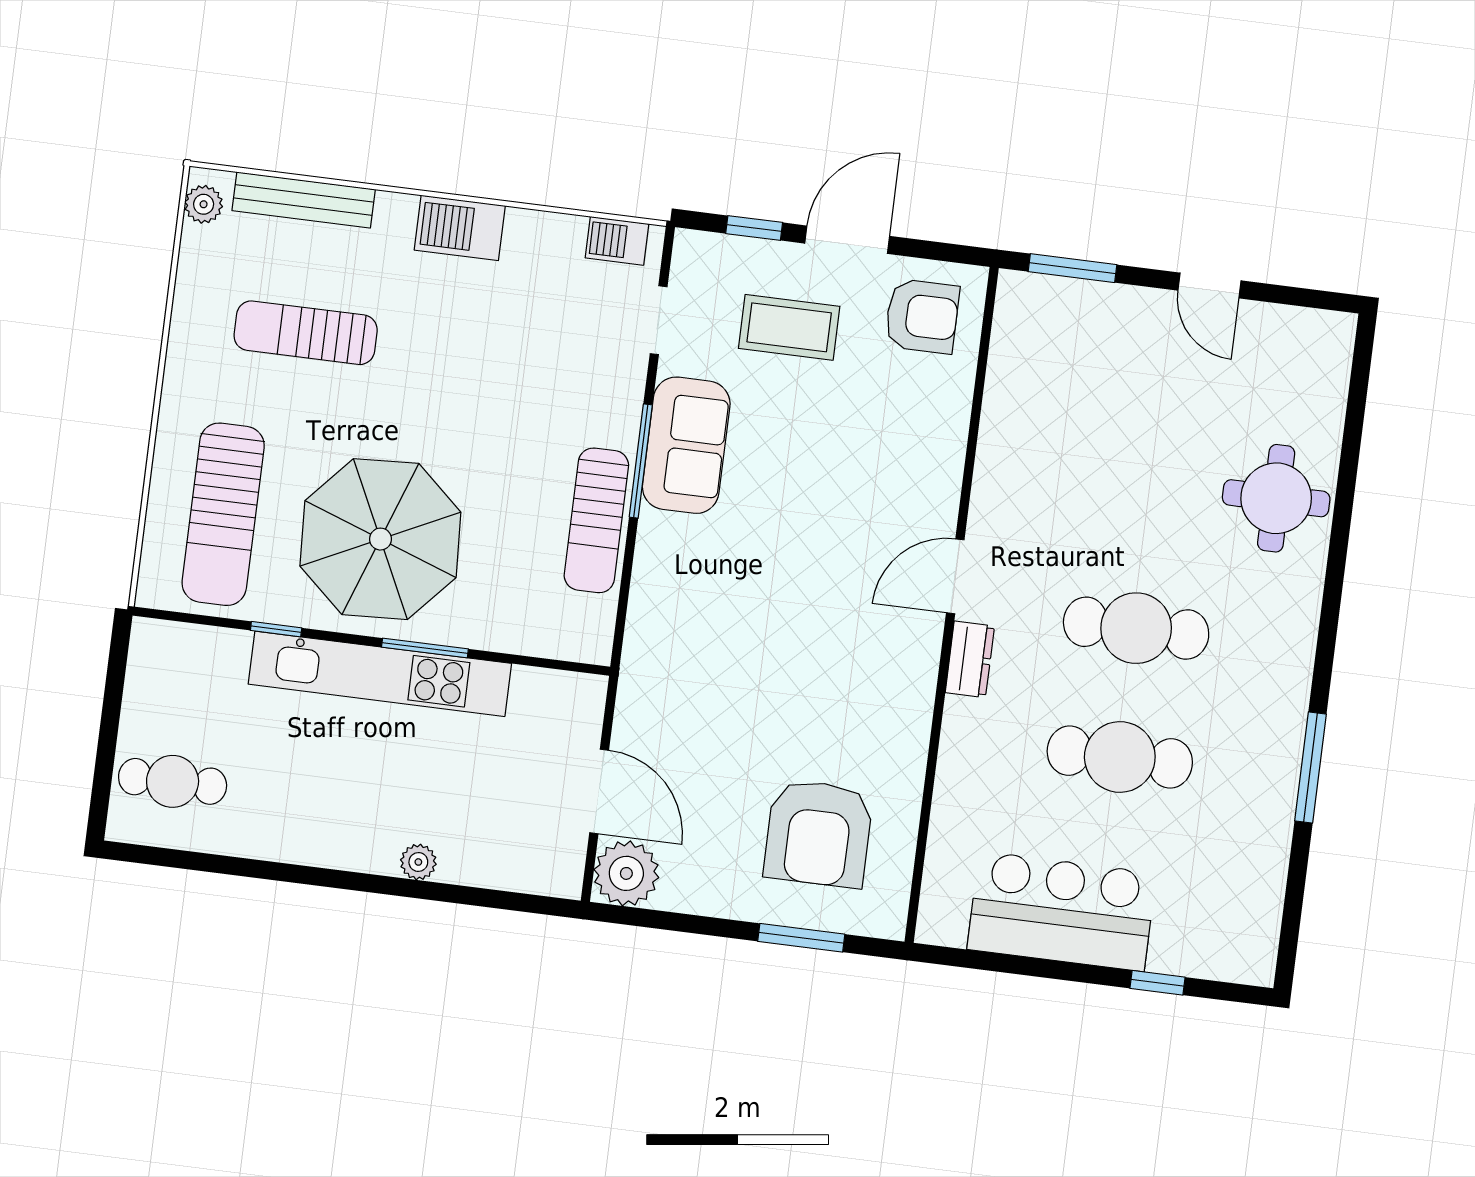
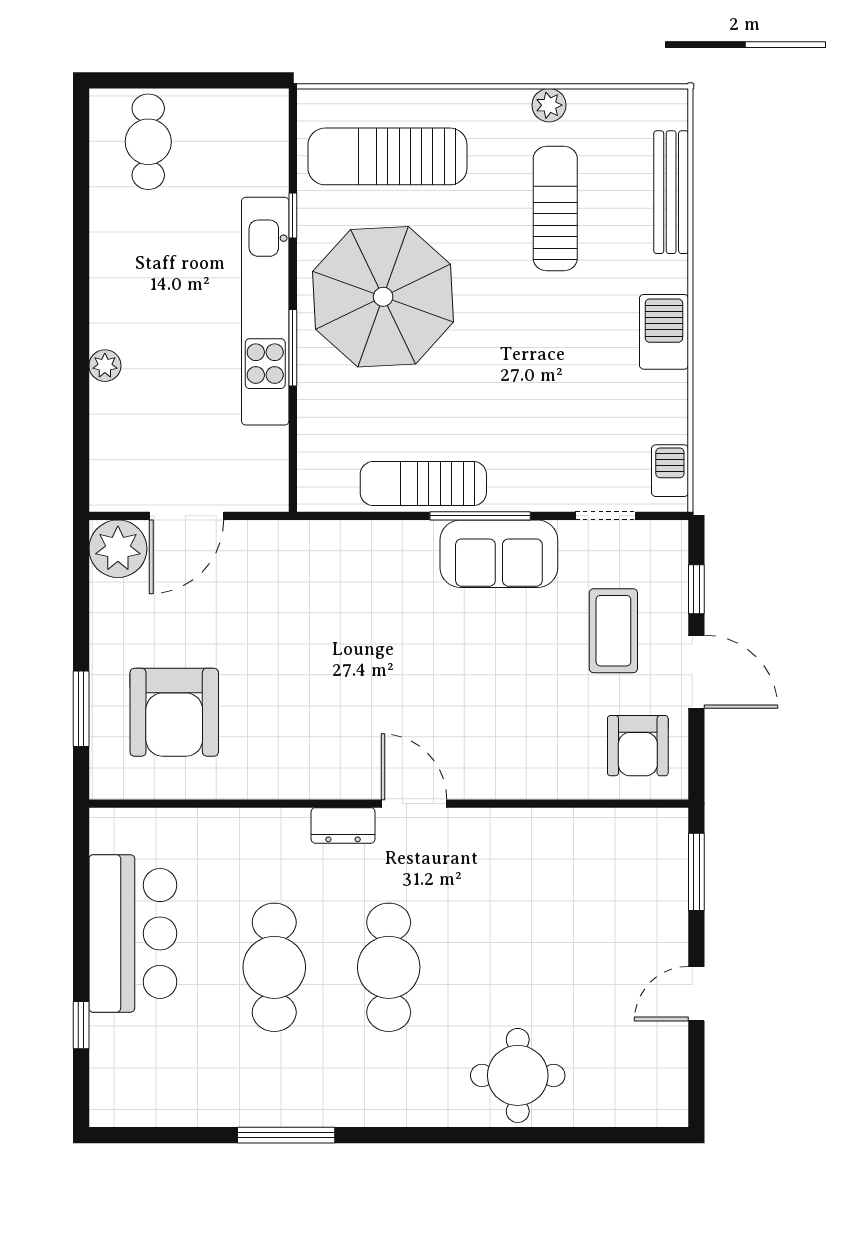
plant: (204, 204) -> (549, 105), moved
armchair: (818, 833) -> (174, 712), turned -90

